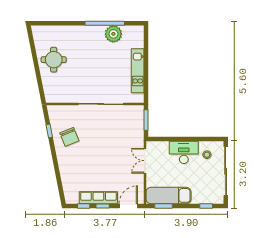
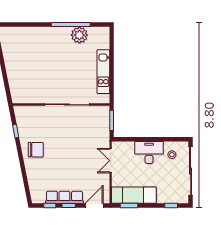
round table: (54, 60) -> (20, 61), removed
chair: (69, 137) -> (36, 150), moved, turned -68

